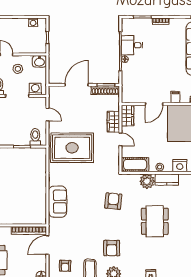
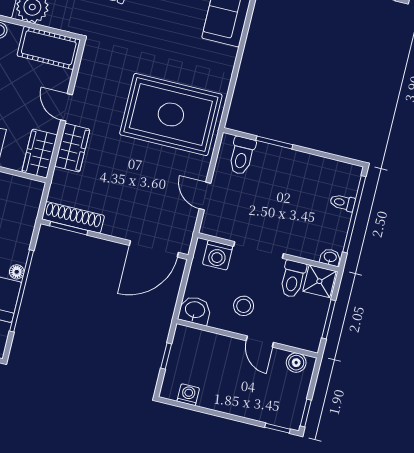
door: (77, 85) -> (154, 249), moved

